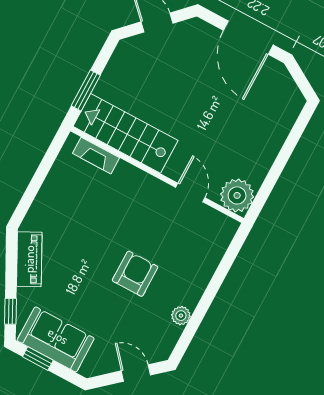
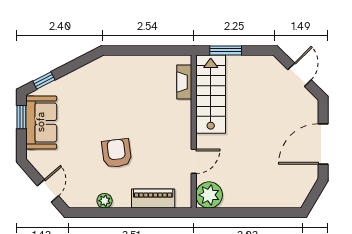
piano: (29, 259) -> (153, 199), moved, turned -153
armchair: (135, 274) -> (117, 153), turned -97

